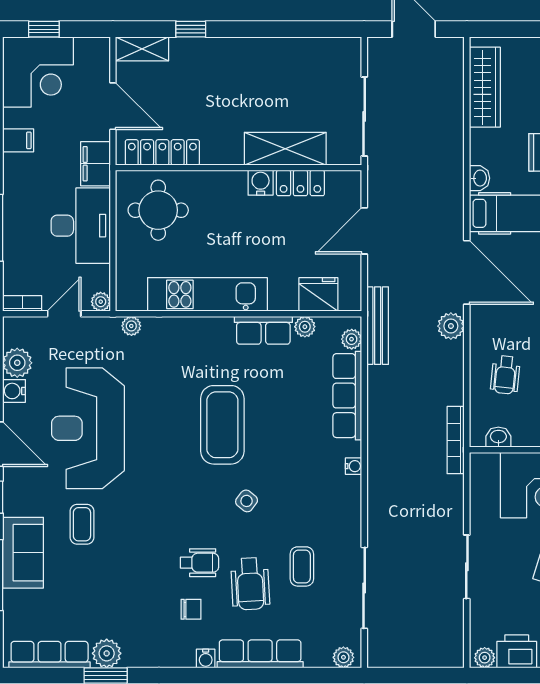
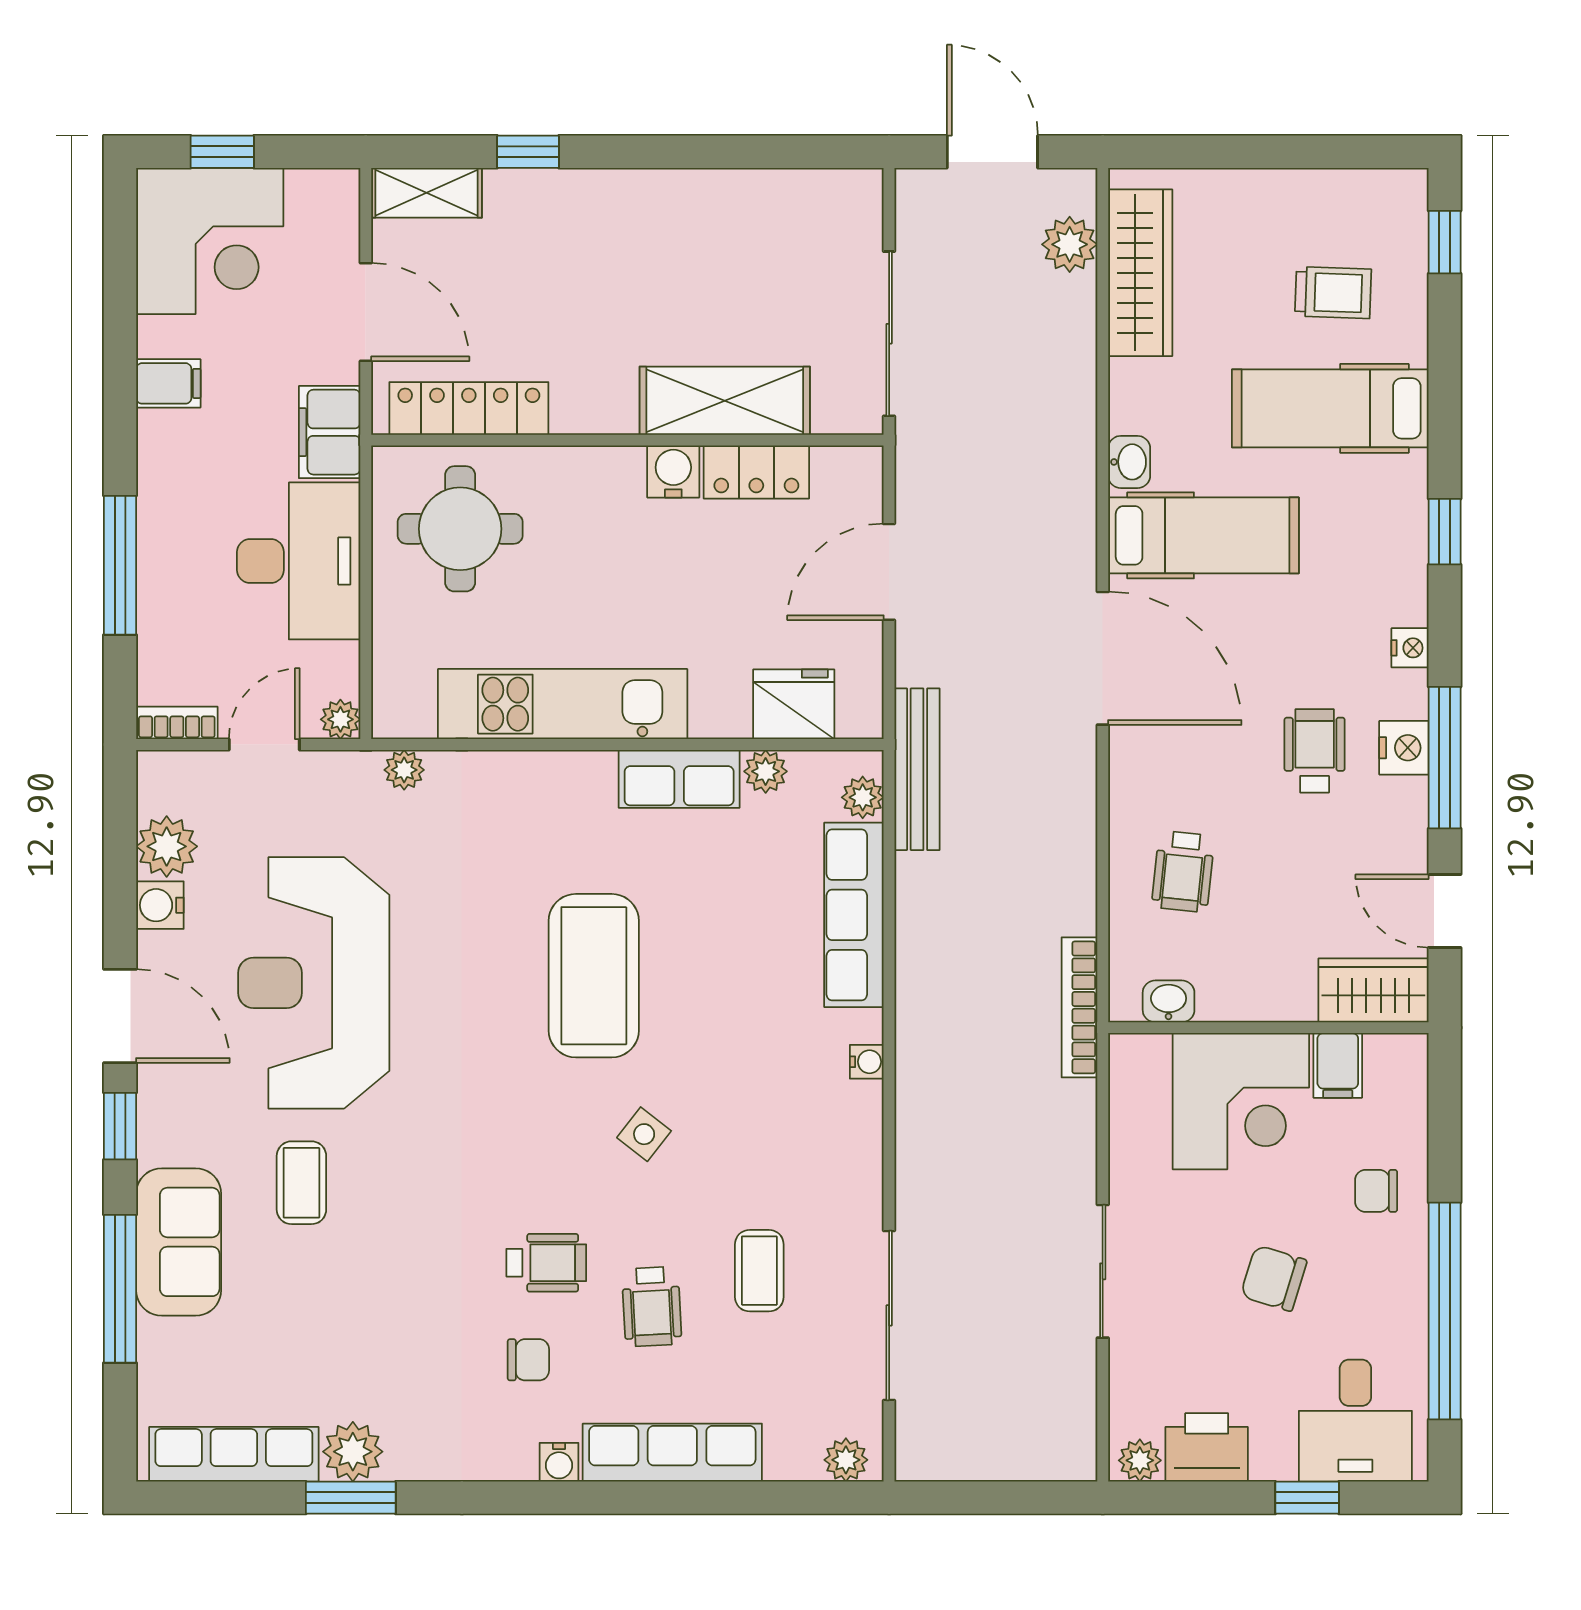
plant: (451, 326) -> (1070, 244), moved
wheelchair: (250, 584) -> (652, 1307), width x0.73, depth x0.73

